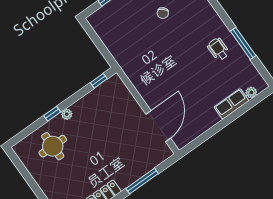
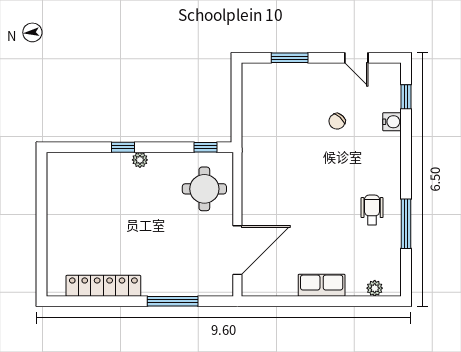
row of seats: (231, 104) -> (322, 285), moved
round table: (53, 146) -> (204, 189), moved

